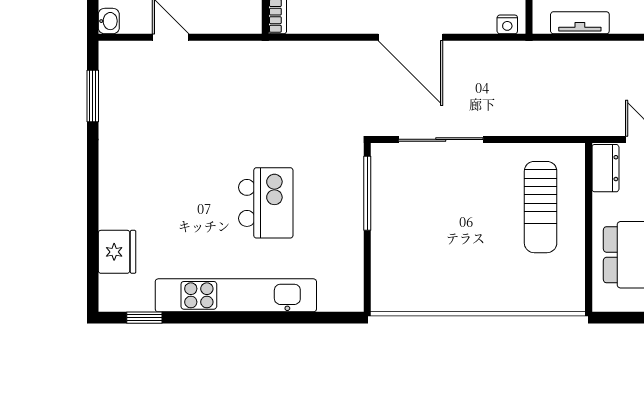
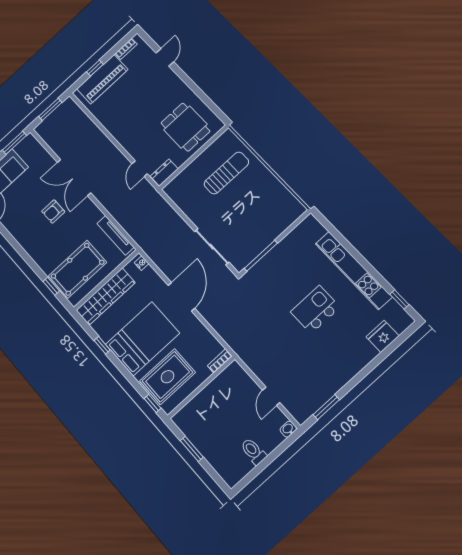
tv unit: (580, 23) -> (115, 235), width x1.41
kitchen island: (266, 203) -> (315, 310), moved
sun lounger: (541, 207) -> (226, 173), moved

